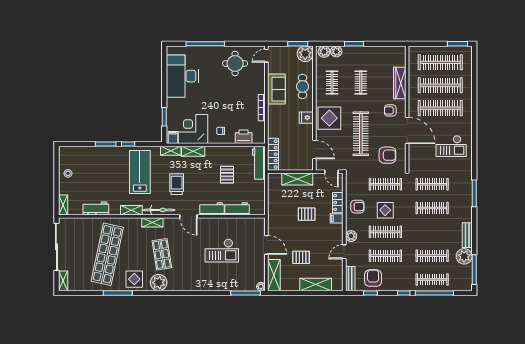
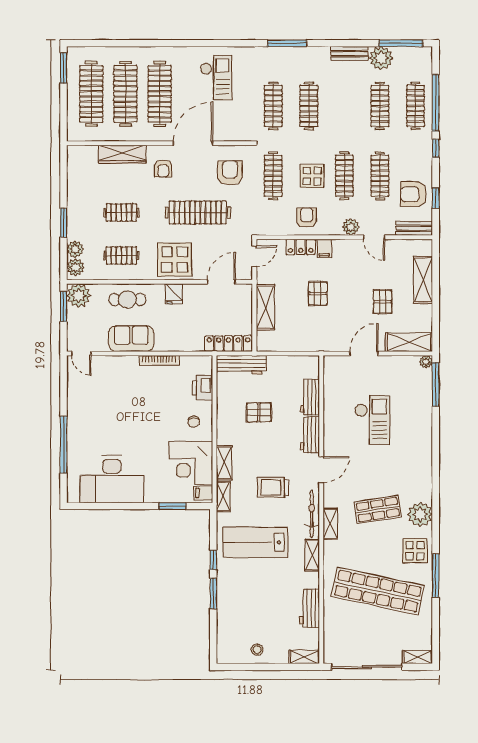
round table: (235, 63) -> (93, 400), removed

